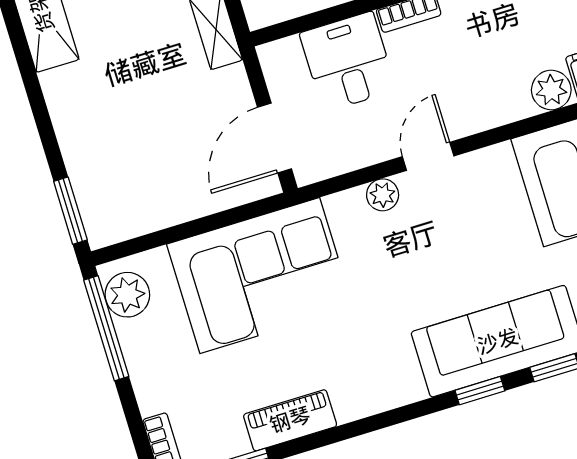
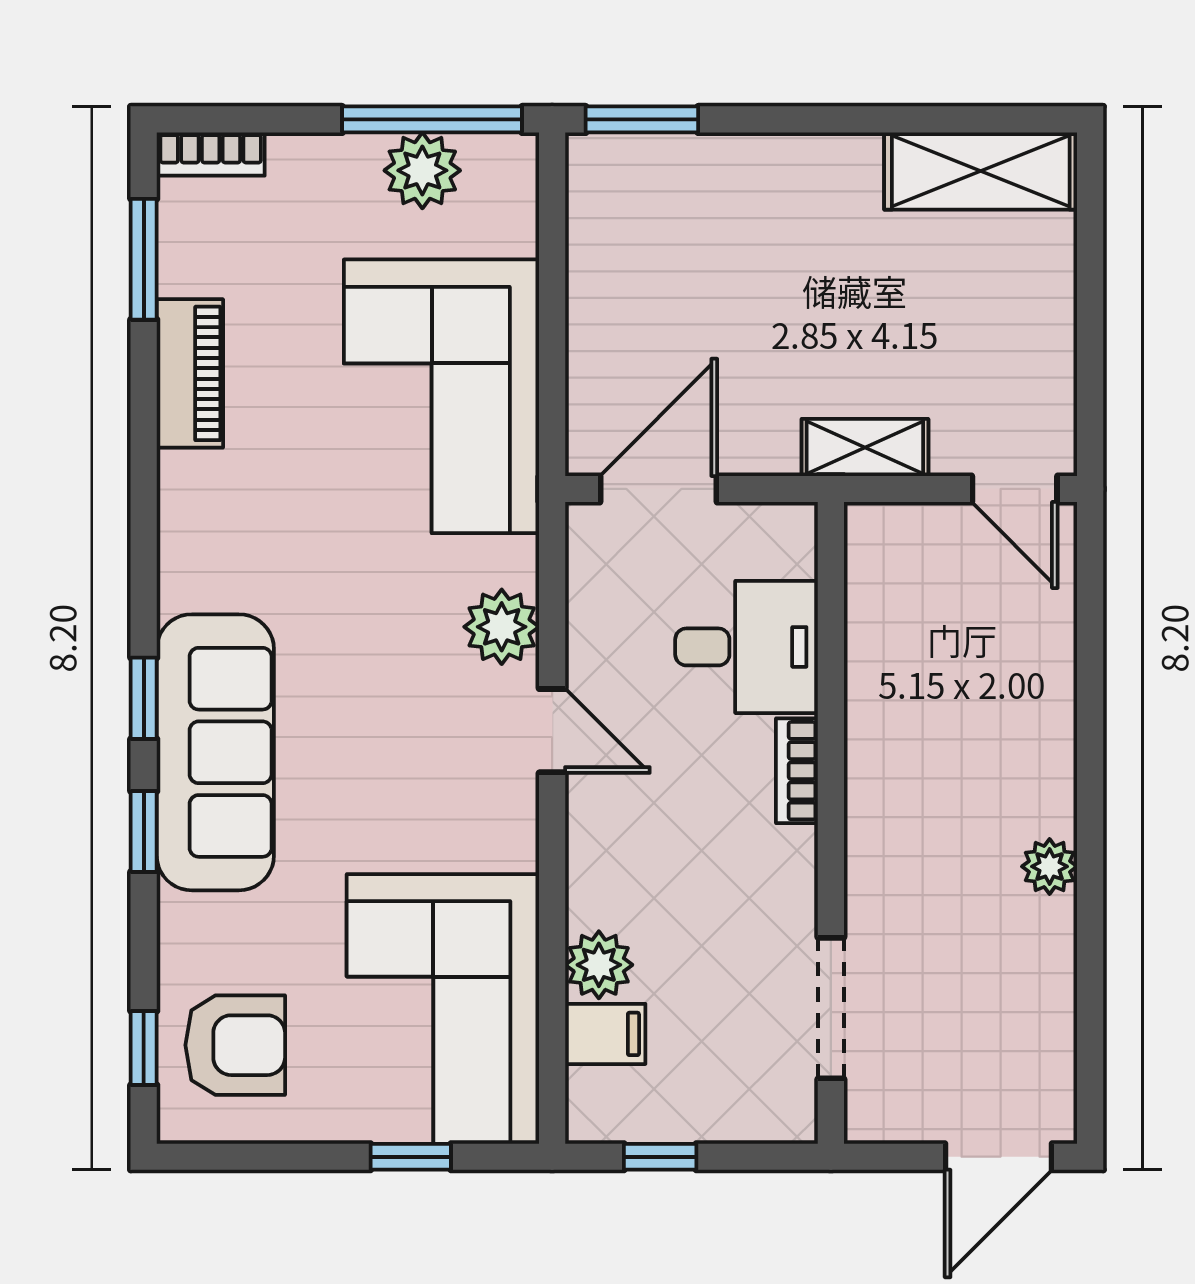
door: (275, 138) -> (658, 489), hinge flipped
plant: (383, 195) -> (502, 627), width x1.38, depth x1.38
plant: (127, 295) -> (422, 170), moved

